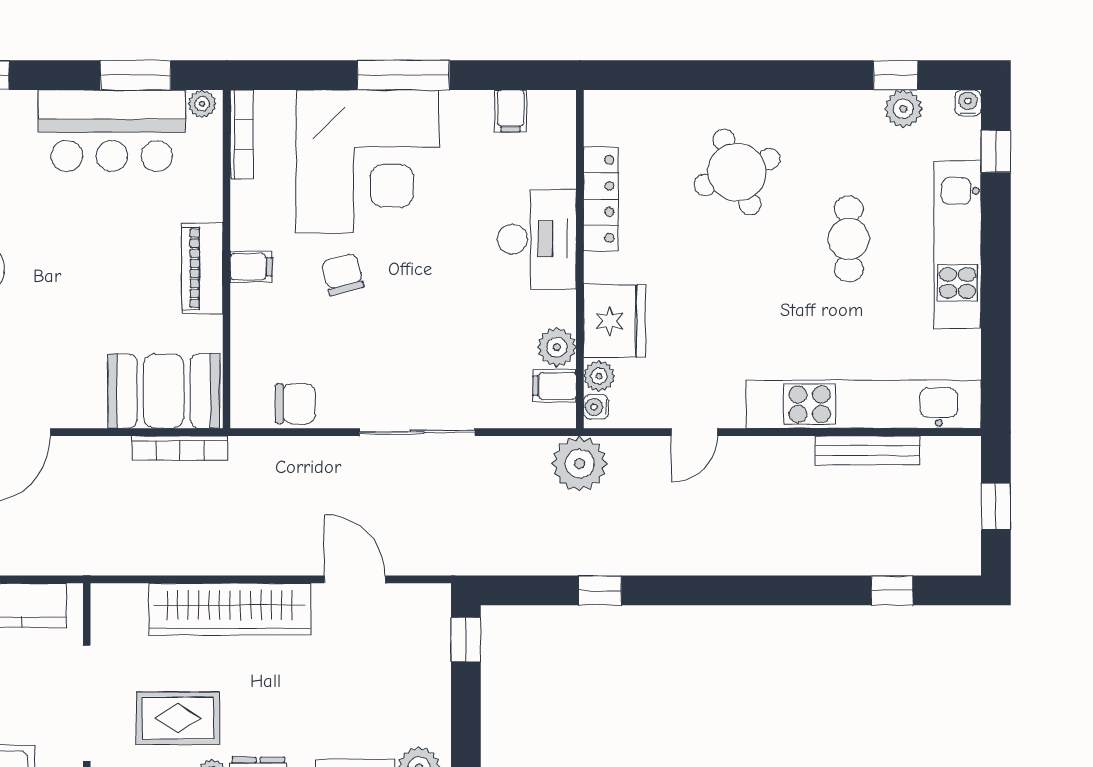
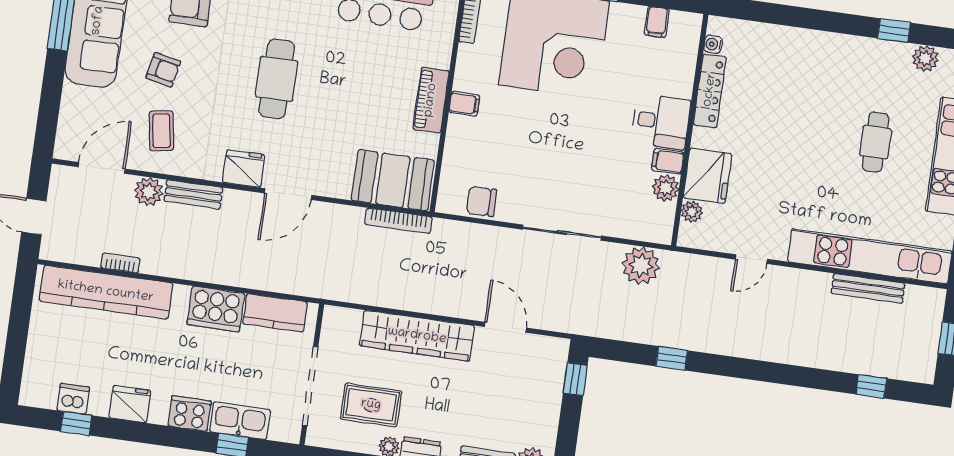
window: (896, 75) -> (894, 30), moved
round table: (737, 172) -> (806, 86), removed
desk: (537, 239) -> (661, 121), width x0.73
chair: (343, 274) -> (526, 118), removed
filing cabinet: (554, 386) -> (668, 161), moved
chair: (295, 404) -> (481, 201), turned 180
water cooler: (596, 407) -> (713, 44), moved
plant: (580, 464) -> (641, 266), moved

